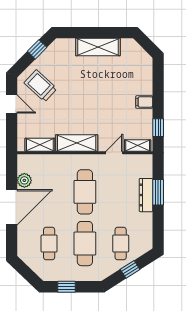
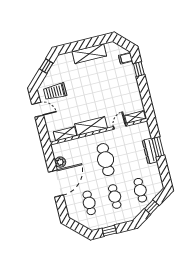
trolley: (41, 86) -> (55, 91), turned -43
filing cabinet: (144, 102) -> (126, 58), moved
window: (158, 128) -> (139, 69), moved
cafe table: (85, 244) -> (115, 197), width x0.73, depth x0.74

